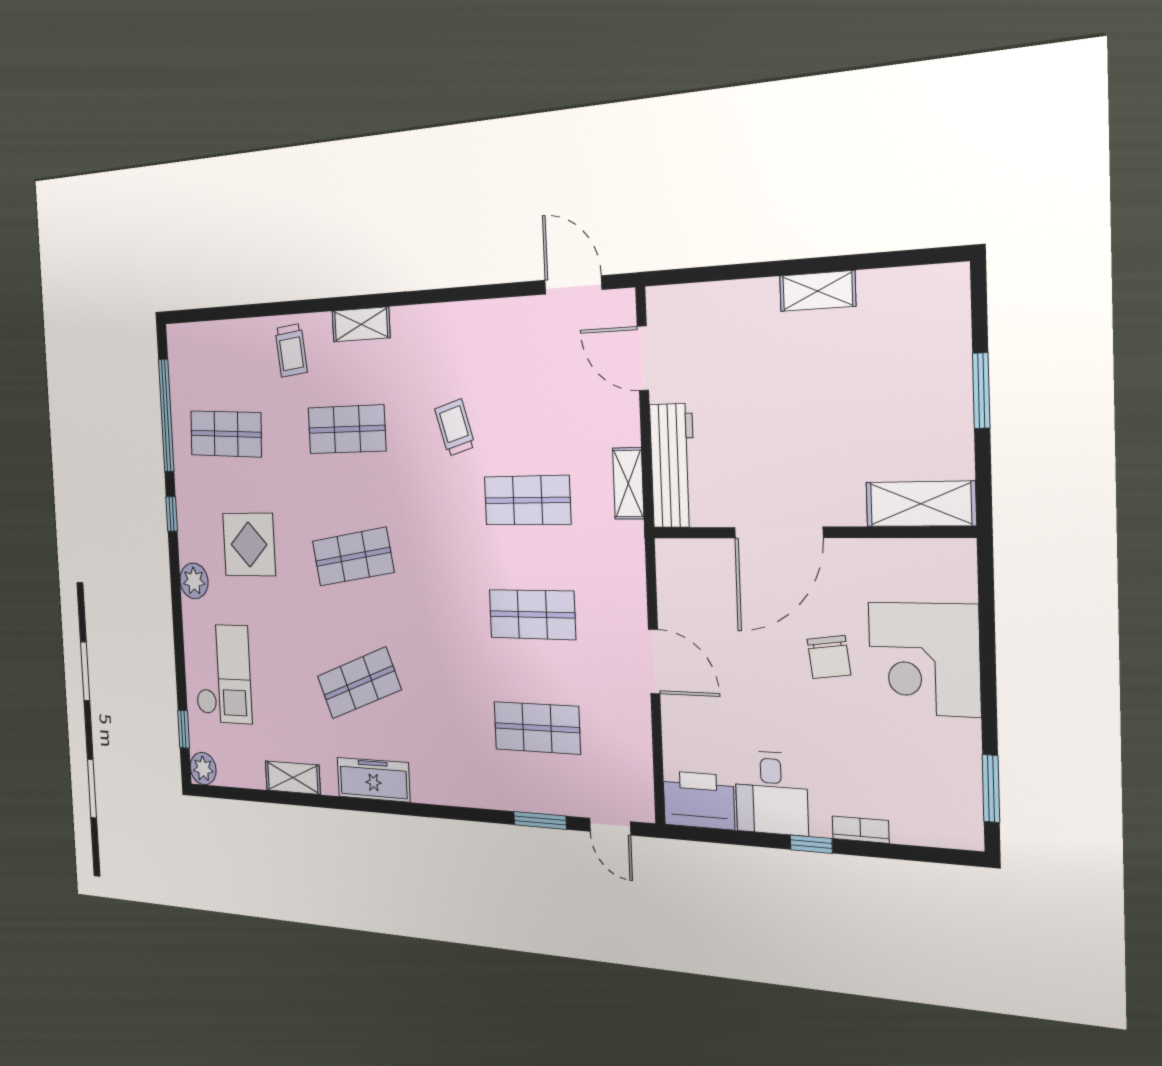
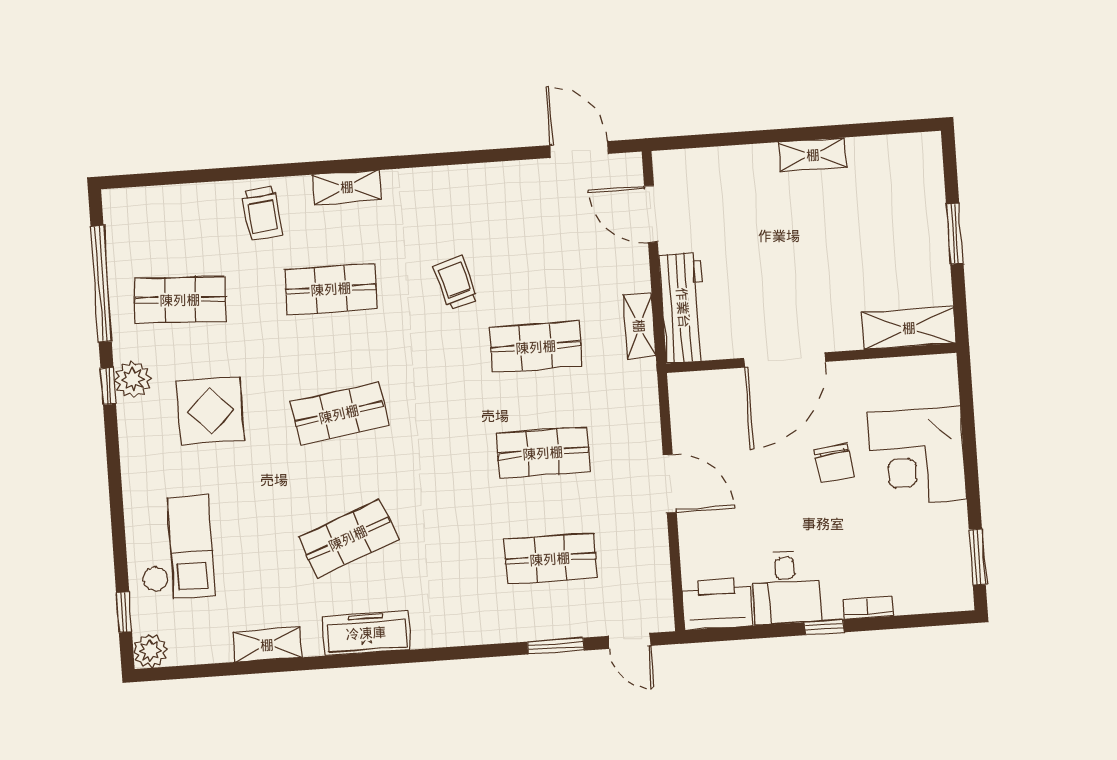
plant: (194, 581) -> (133, 379), moved

